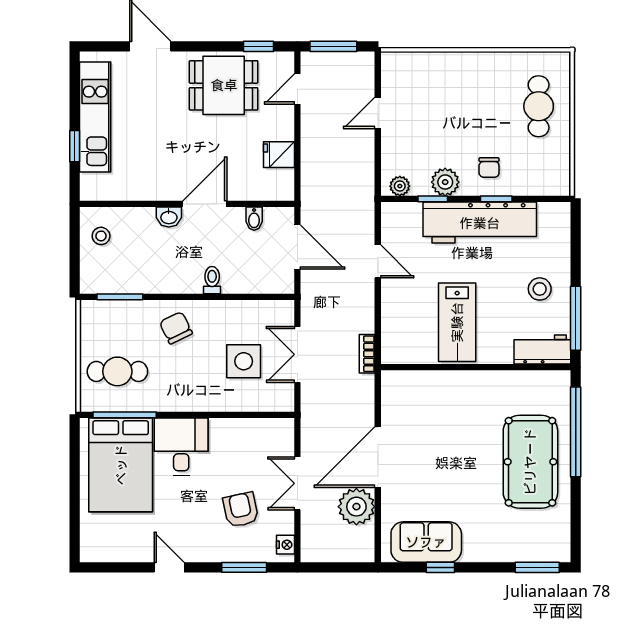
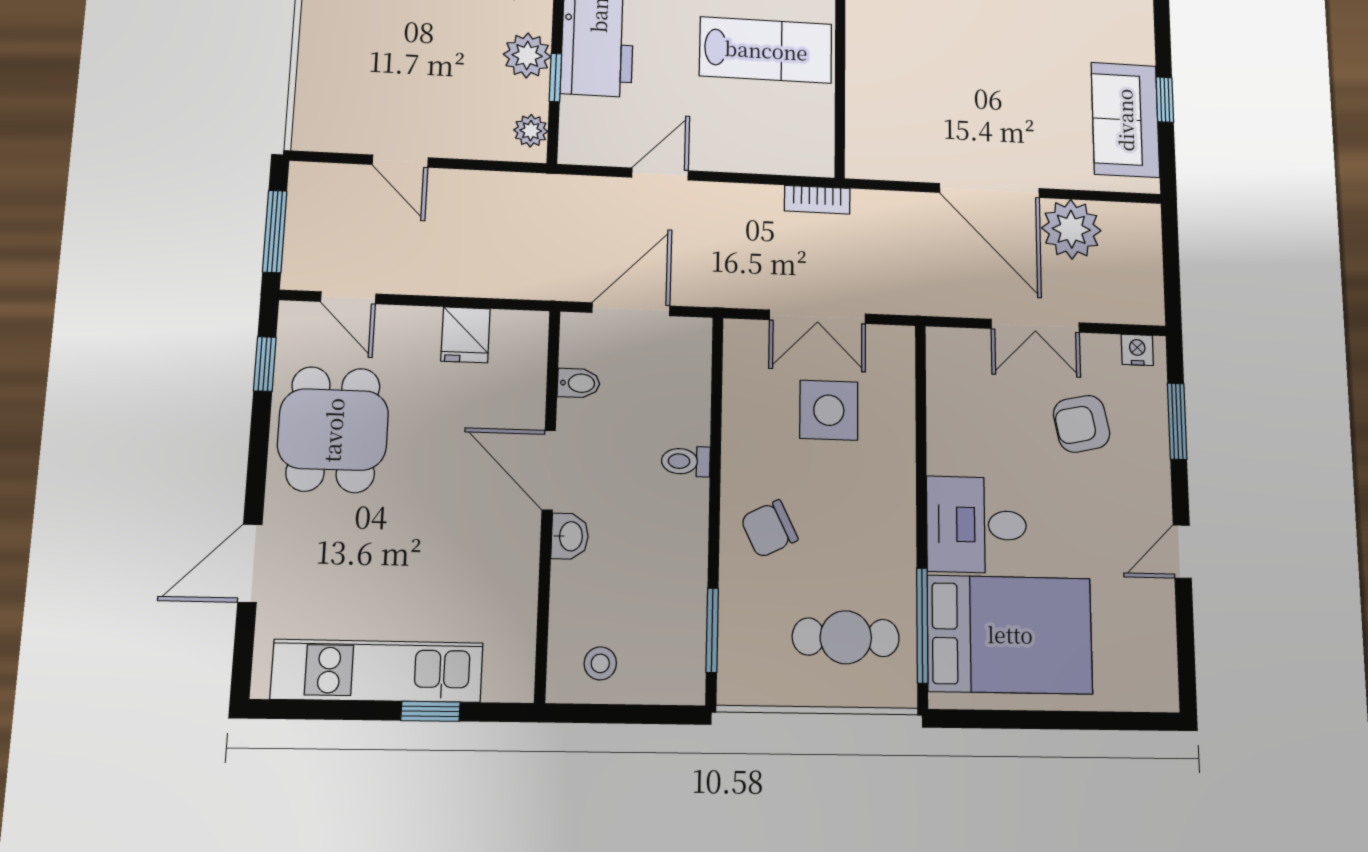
cafe table: (117, 371) -> (846, 637), turned 90

